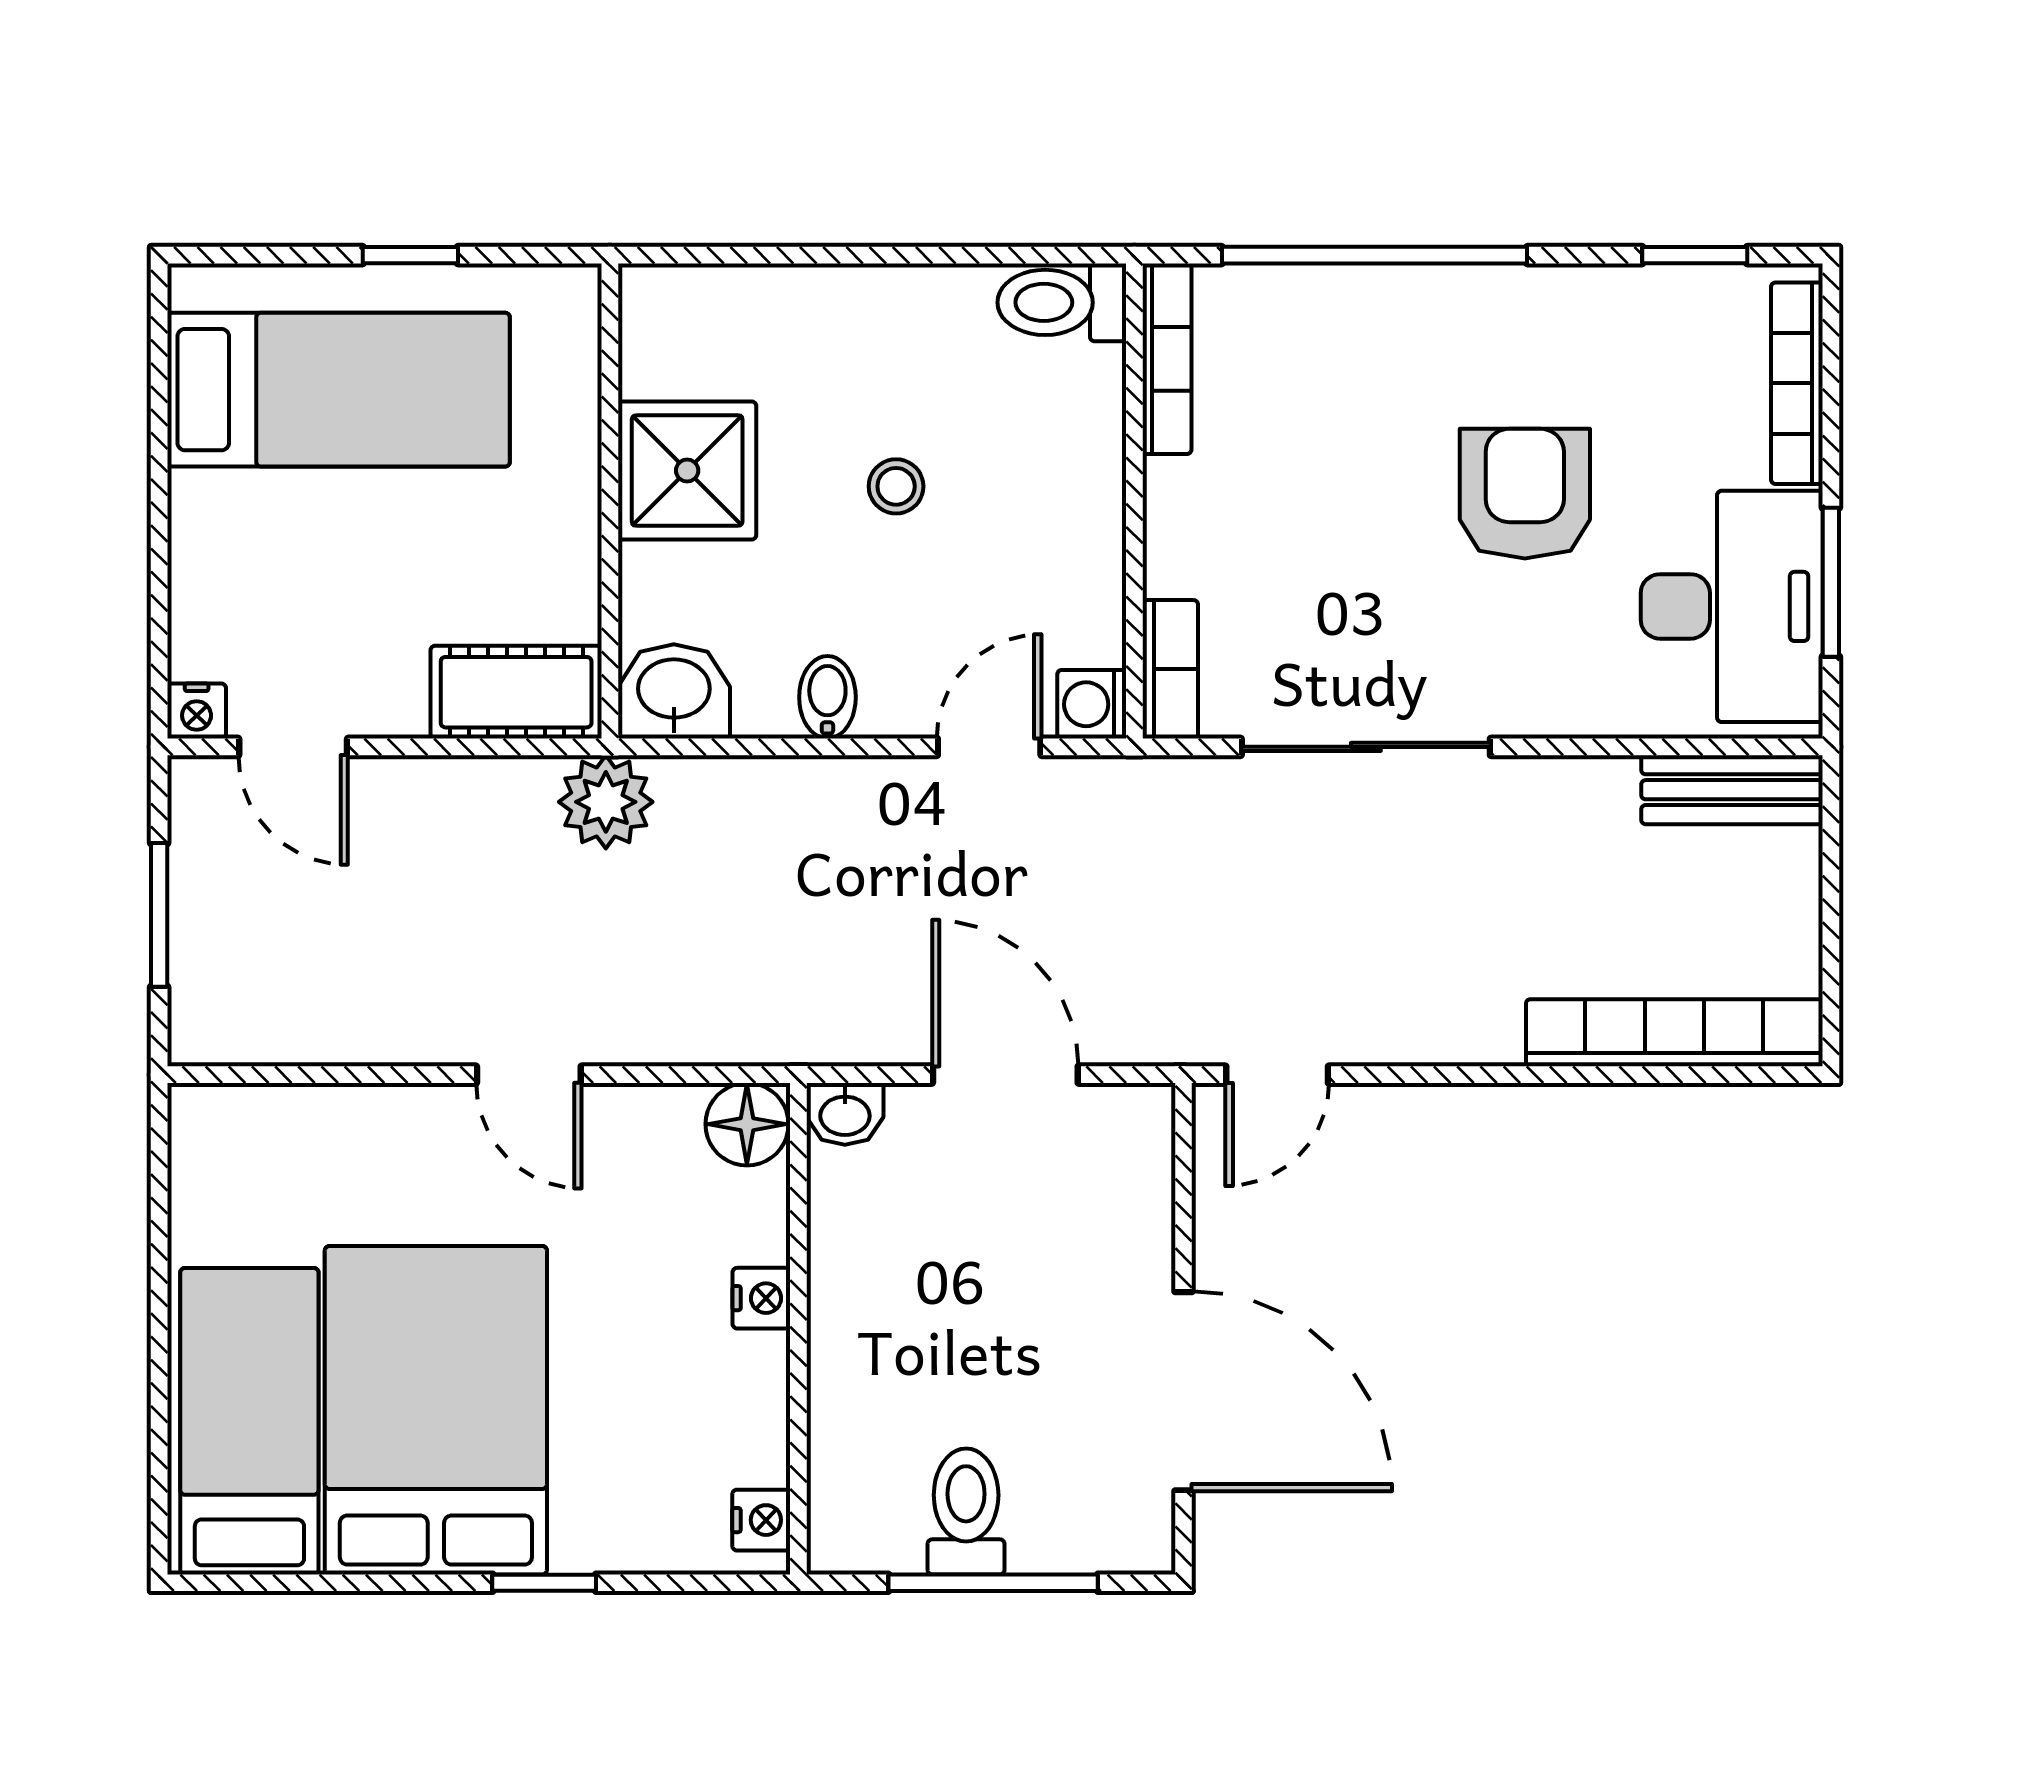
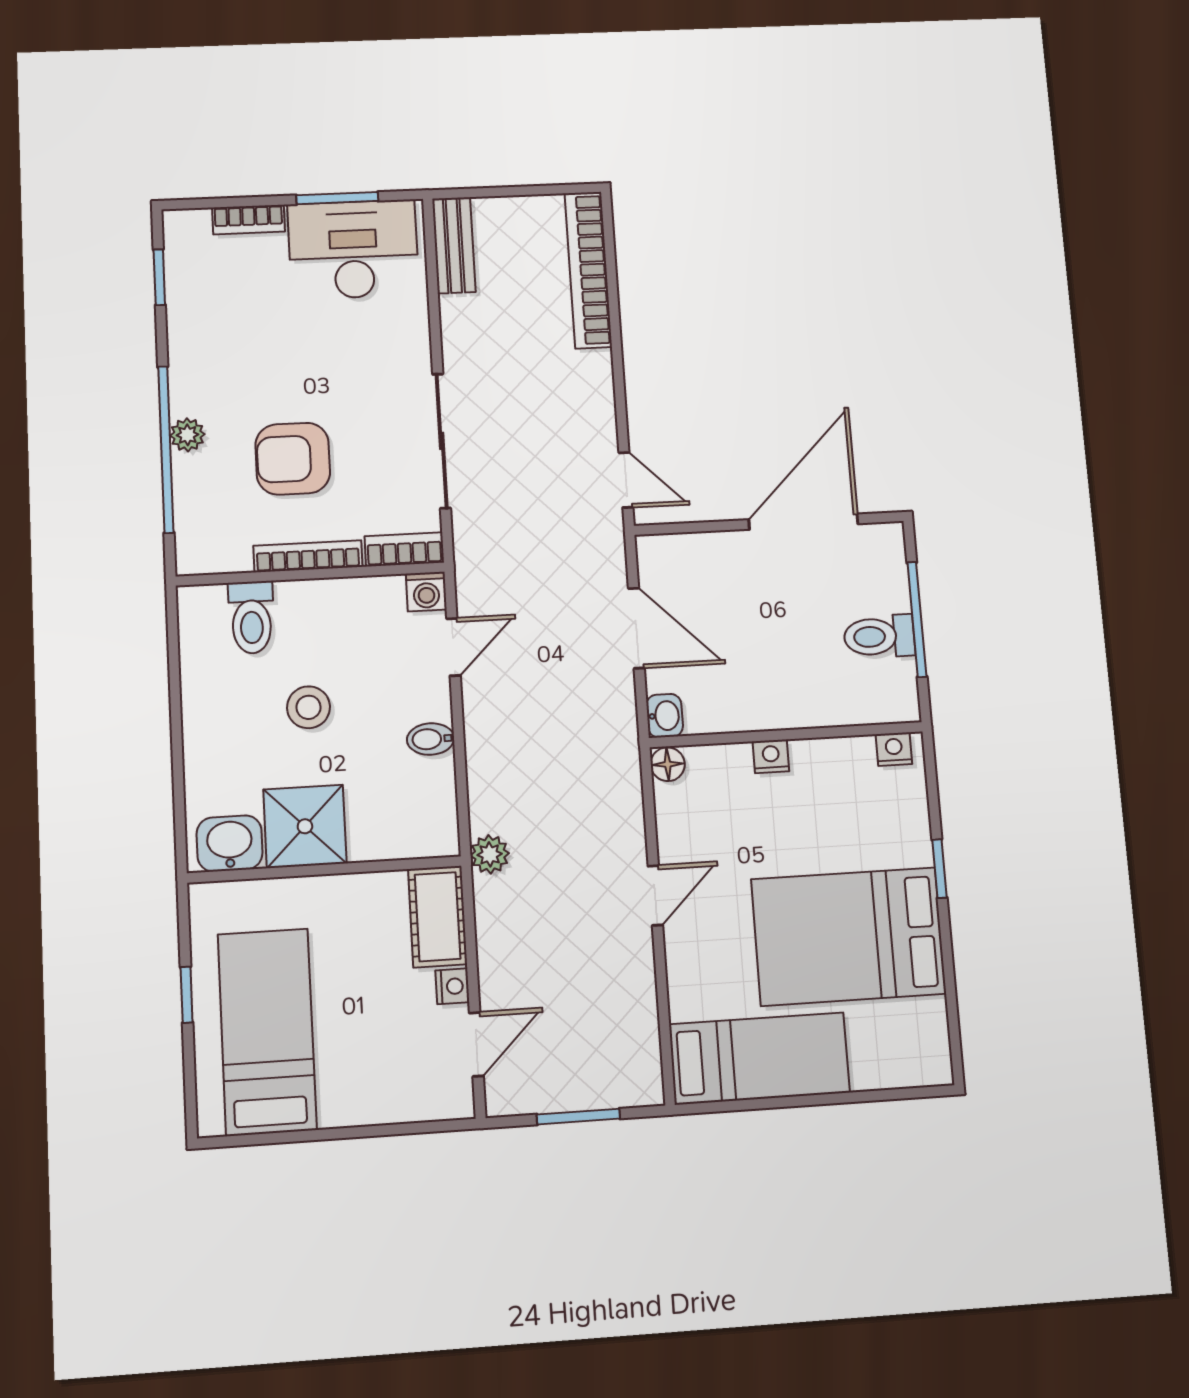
plant: (1399, 294) -> (187, 435), added
toilet: (1062, 302) -> (251, 617), moved
bookcase: (1167, 359) -> (308, 556), moved
bookcase: (1797, 383) -> (248, 219), width x0.64
stool: (896, 486) -> (308, 707), width x1.37, depth x1.37
armchair: (1525, 494) -> (293, 459), moved
washbasin: (674, 691) -> (230, 843), moved, turned 90
nightstand: (197, 711) -> (452, 986), moved
door: (989, 747) -> (453, 647), swing flipped
plant: (606, 802) -> (490, 854), width x0.73, depth x0.73
door: (1005, 1075) -> (636, 628), swing flipped
floor lamp: (747, 1124) -> (668, 764), width x0.73, depth x0.73
bed: (249, 1421) -> (759, 1058), moved, turned 180

